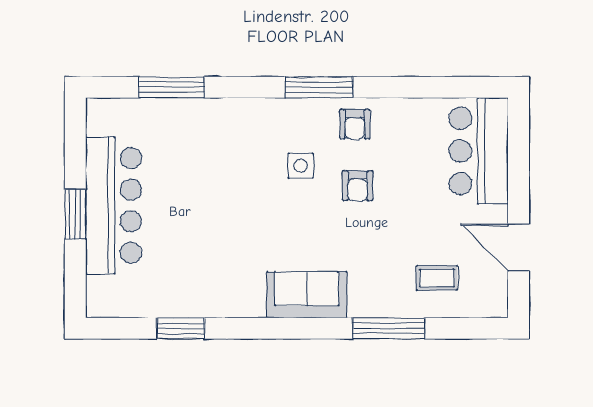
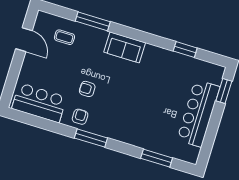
bar counter: (479, 151) -> (39, 103), moved, turned -90
side table: (301, 166) -> (110, 106), removed
armchair: (358, 186) -> (87, 89), turned -90
window: (75, 214) -> (224, 91), moved

